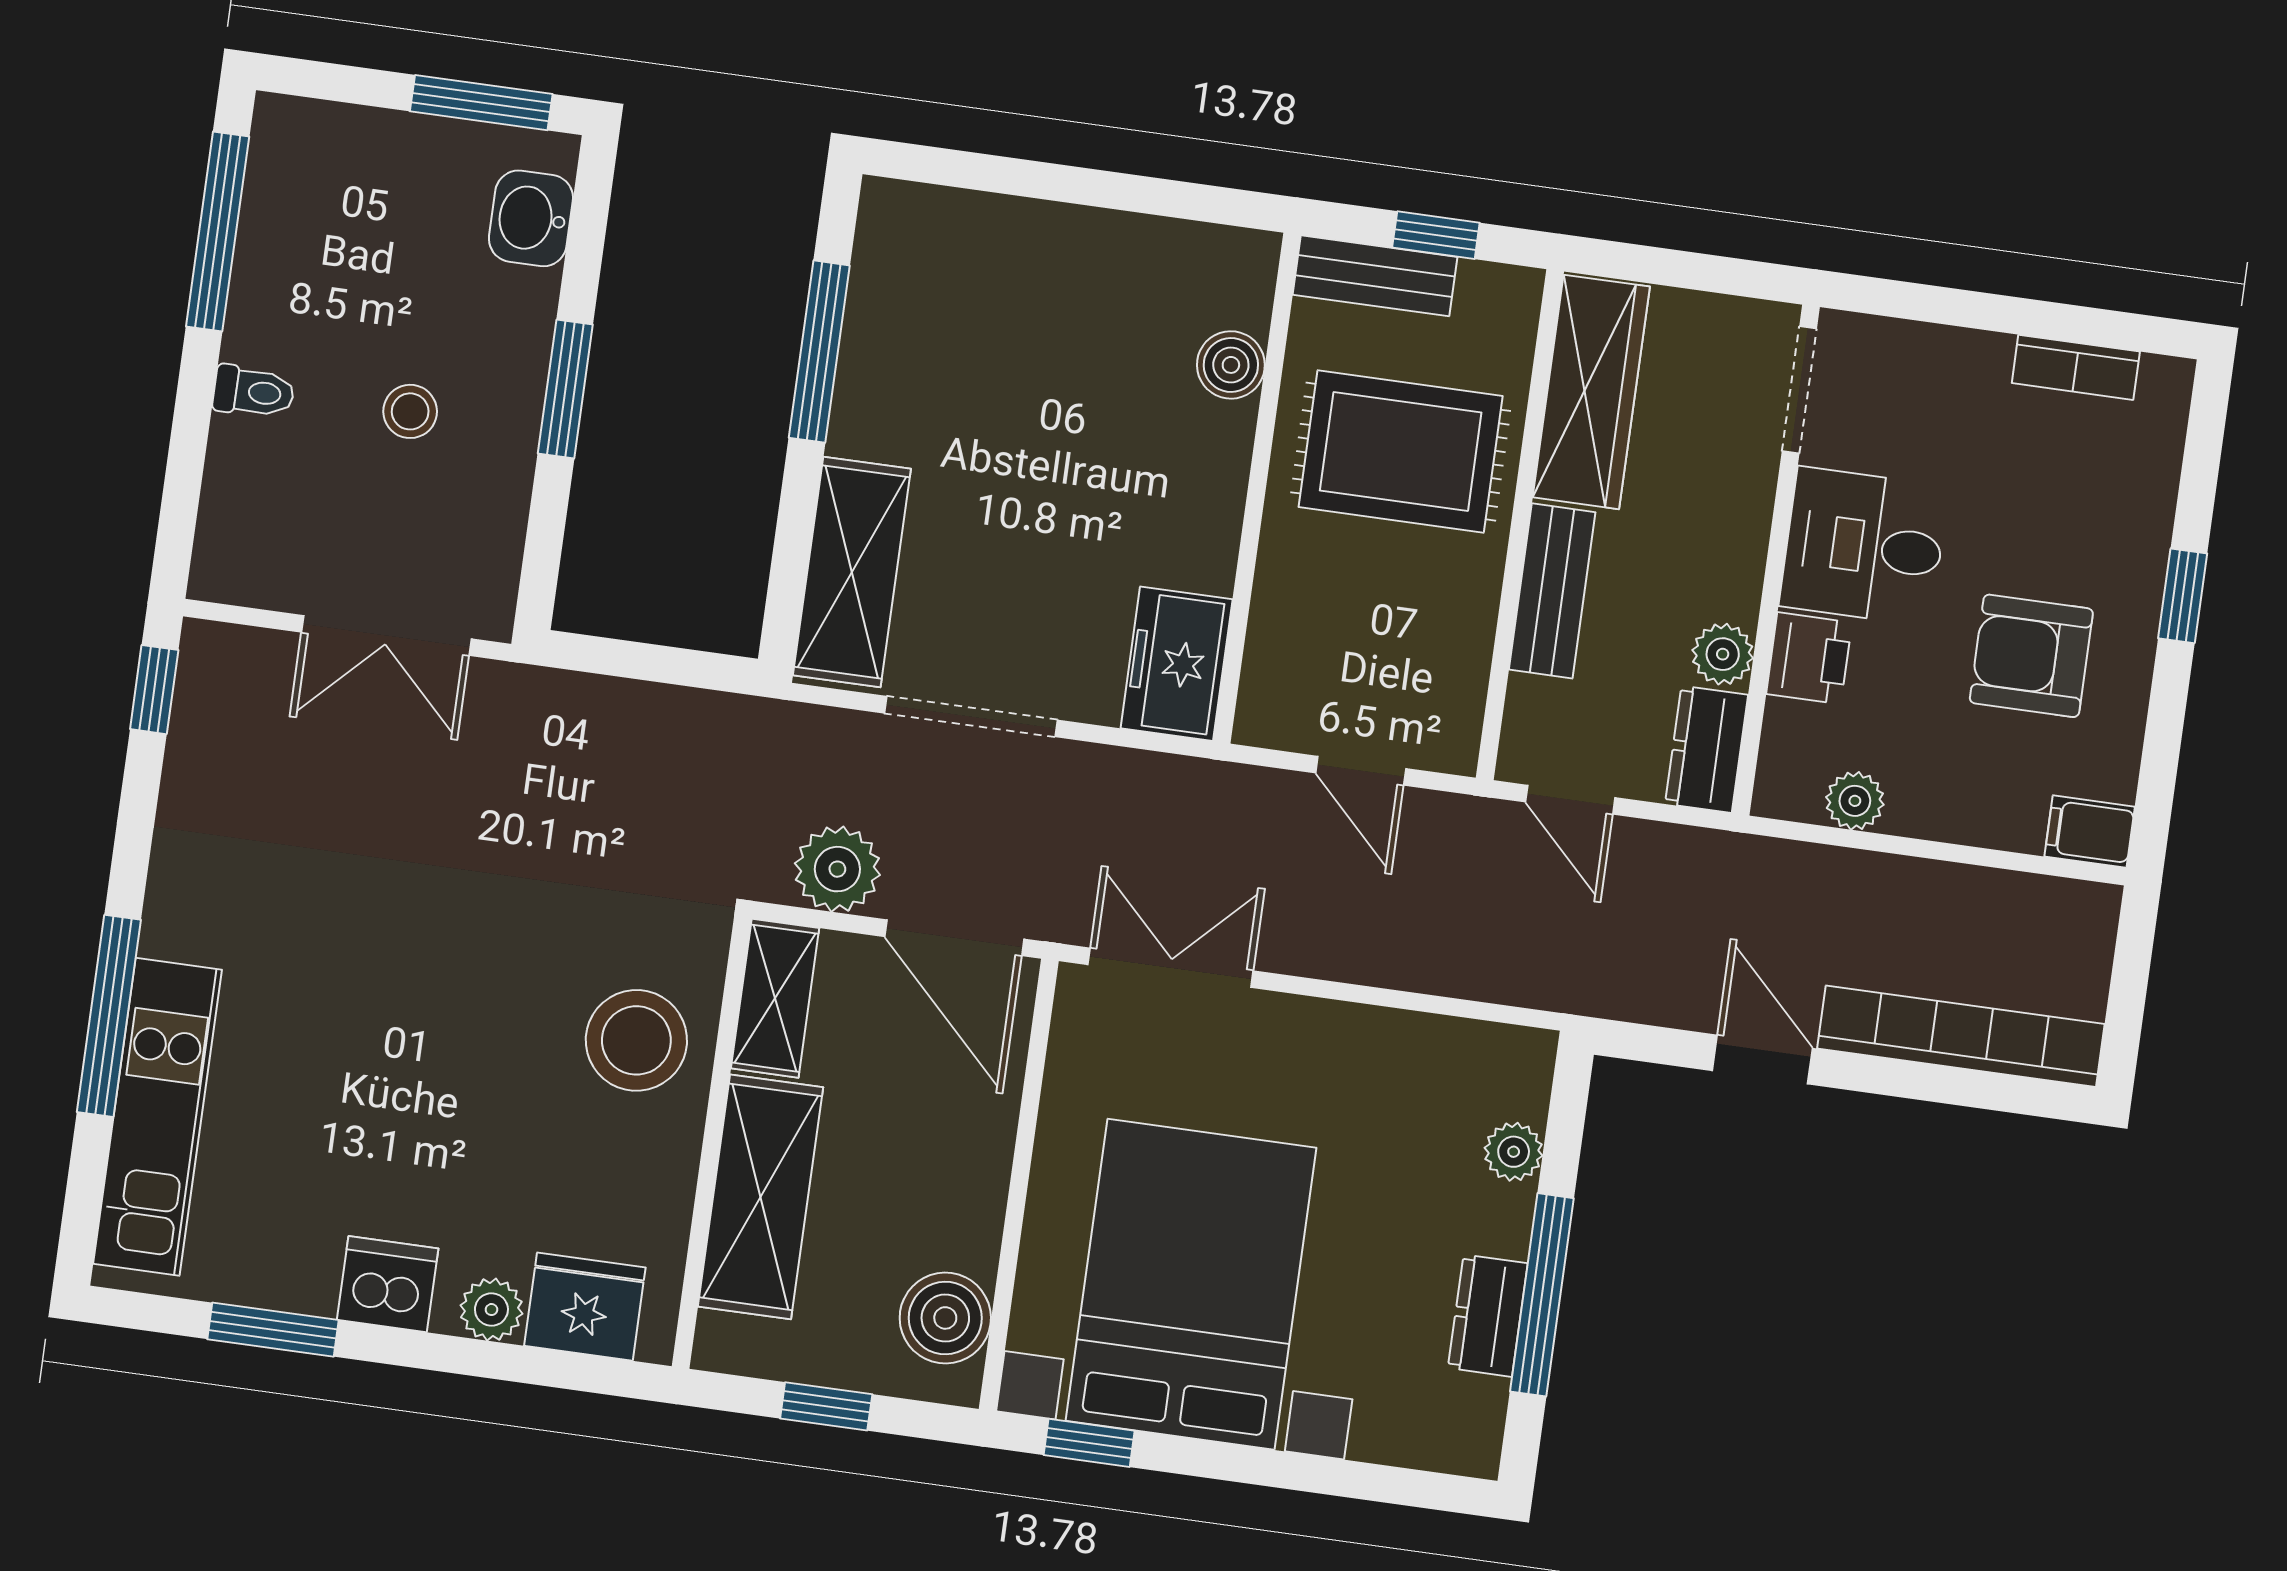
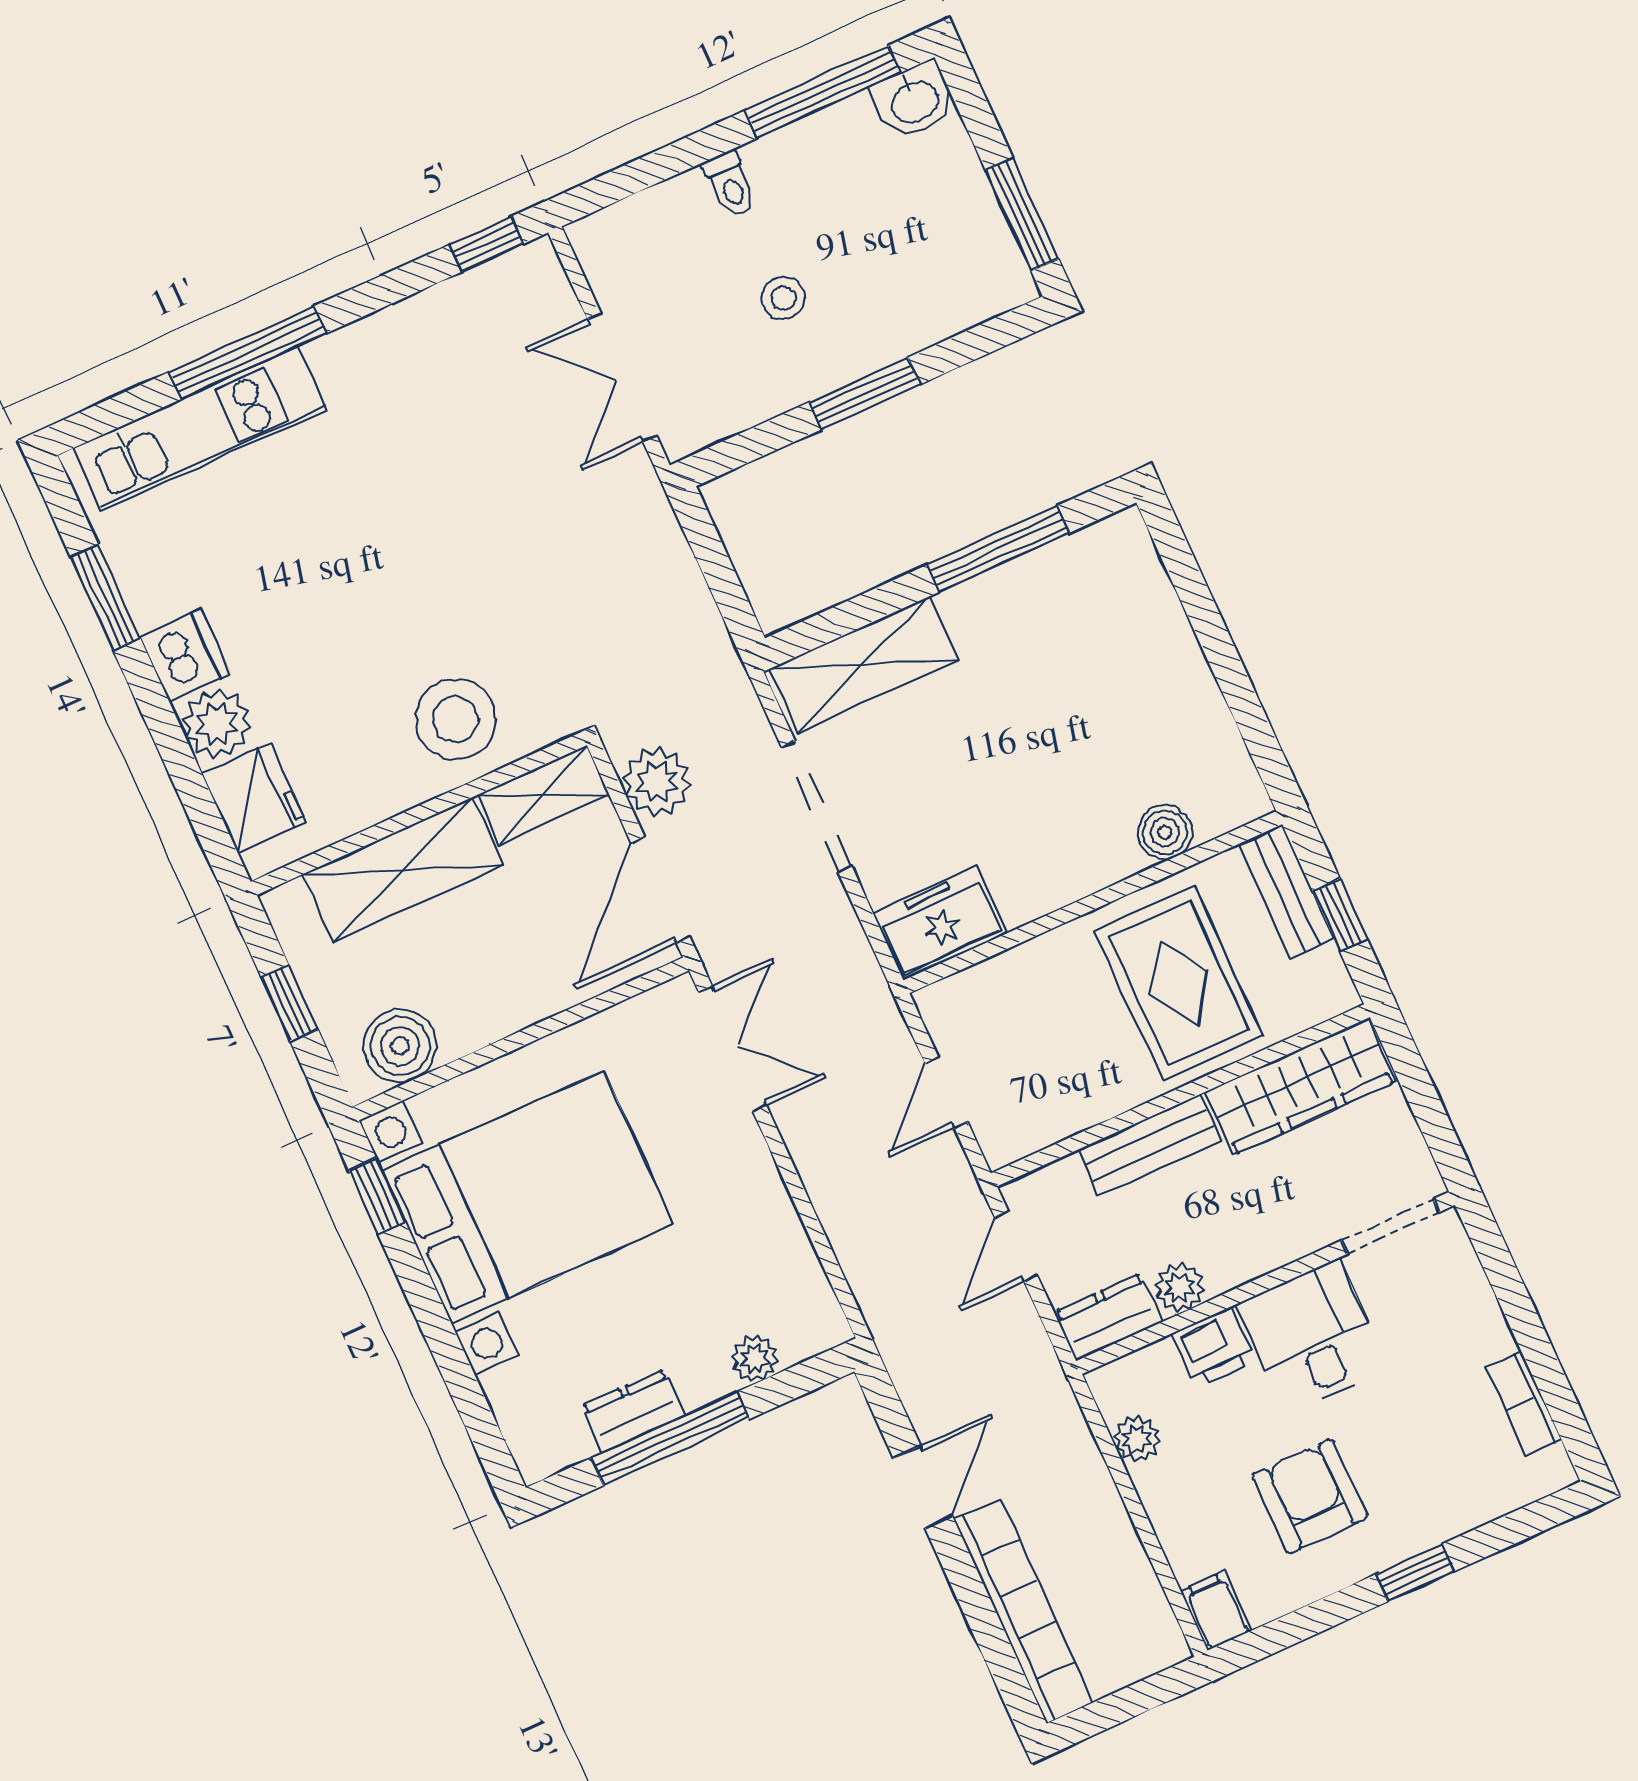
washbasin: (531, 218) -> (914, 101), moved, turned 180
plant: (491, 1310) -> (217, 724), width x1.38, depth x1.38

